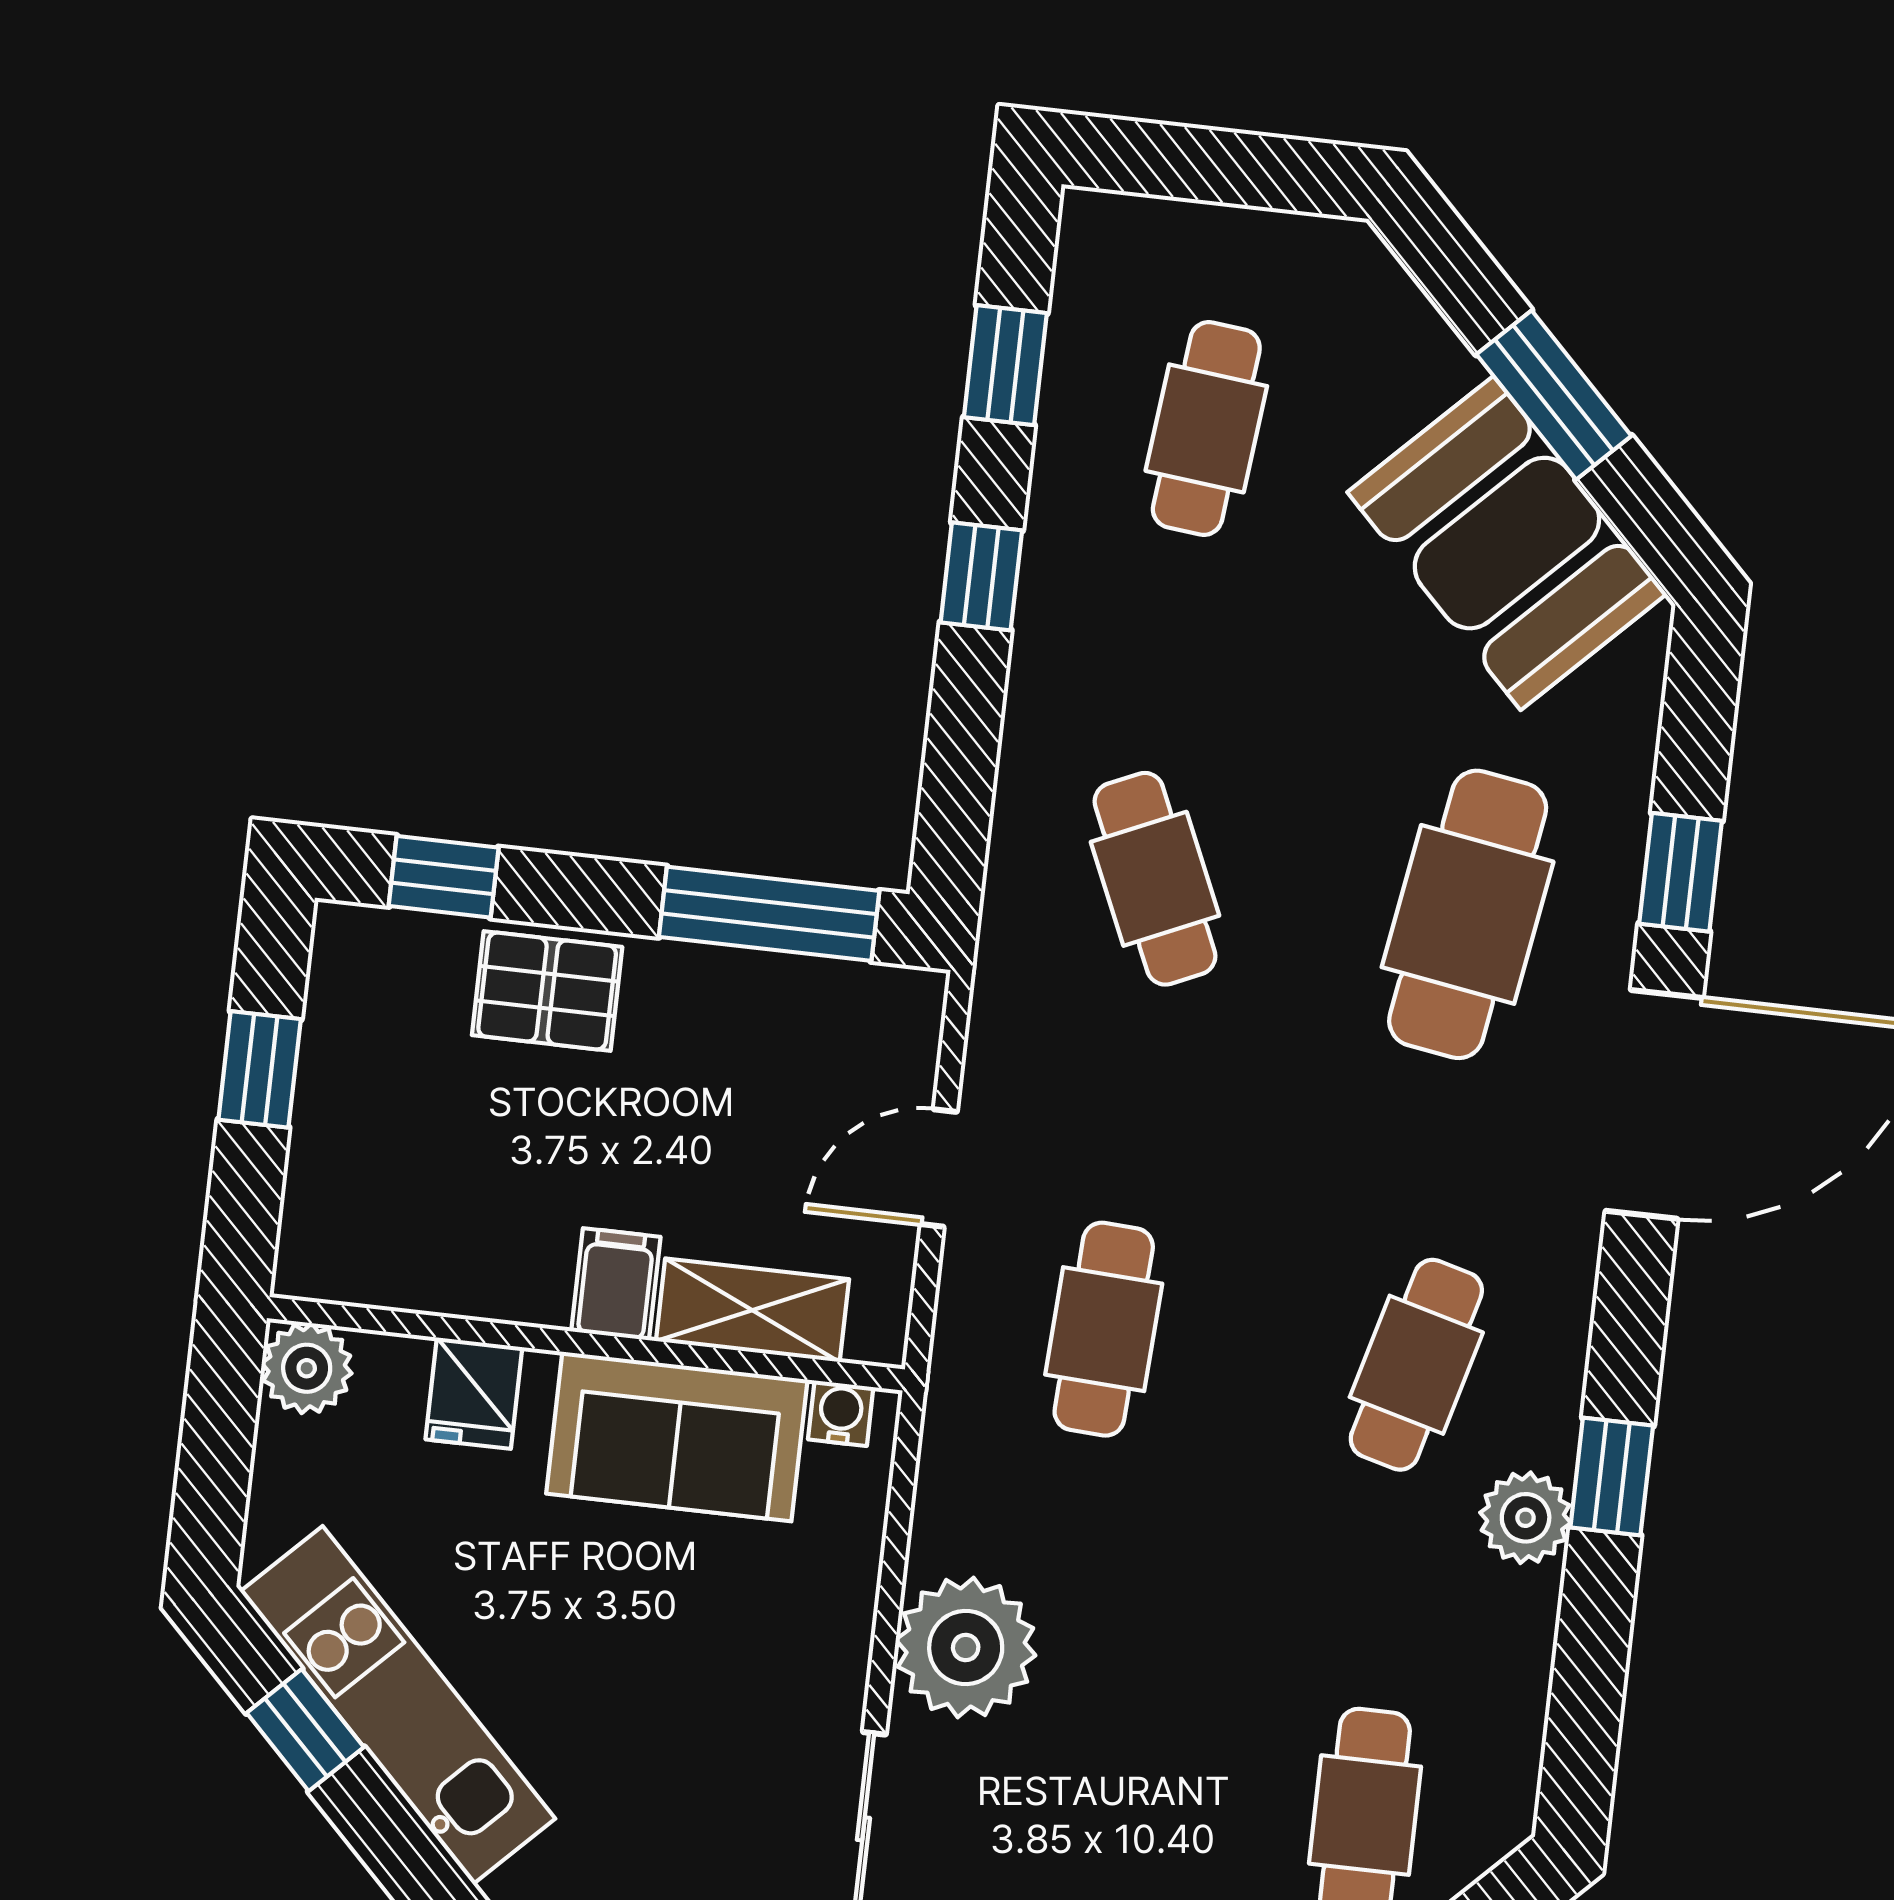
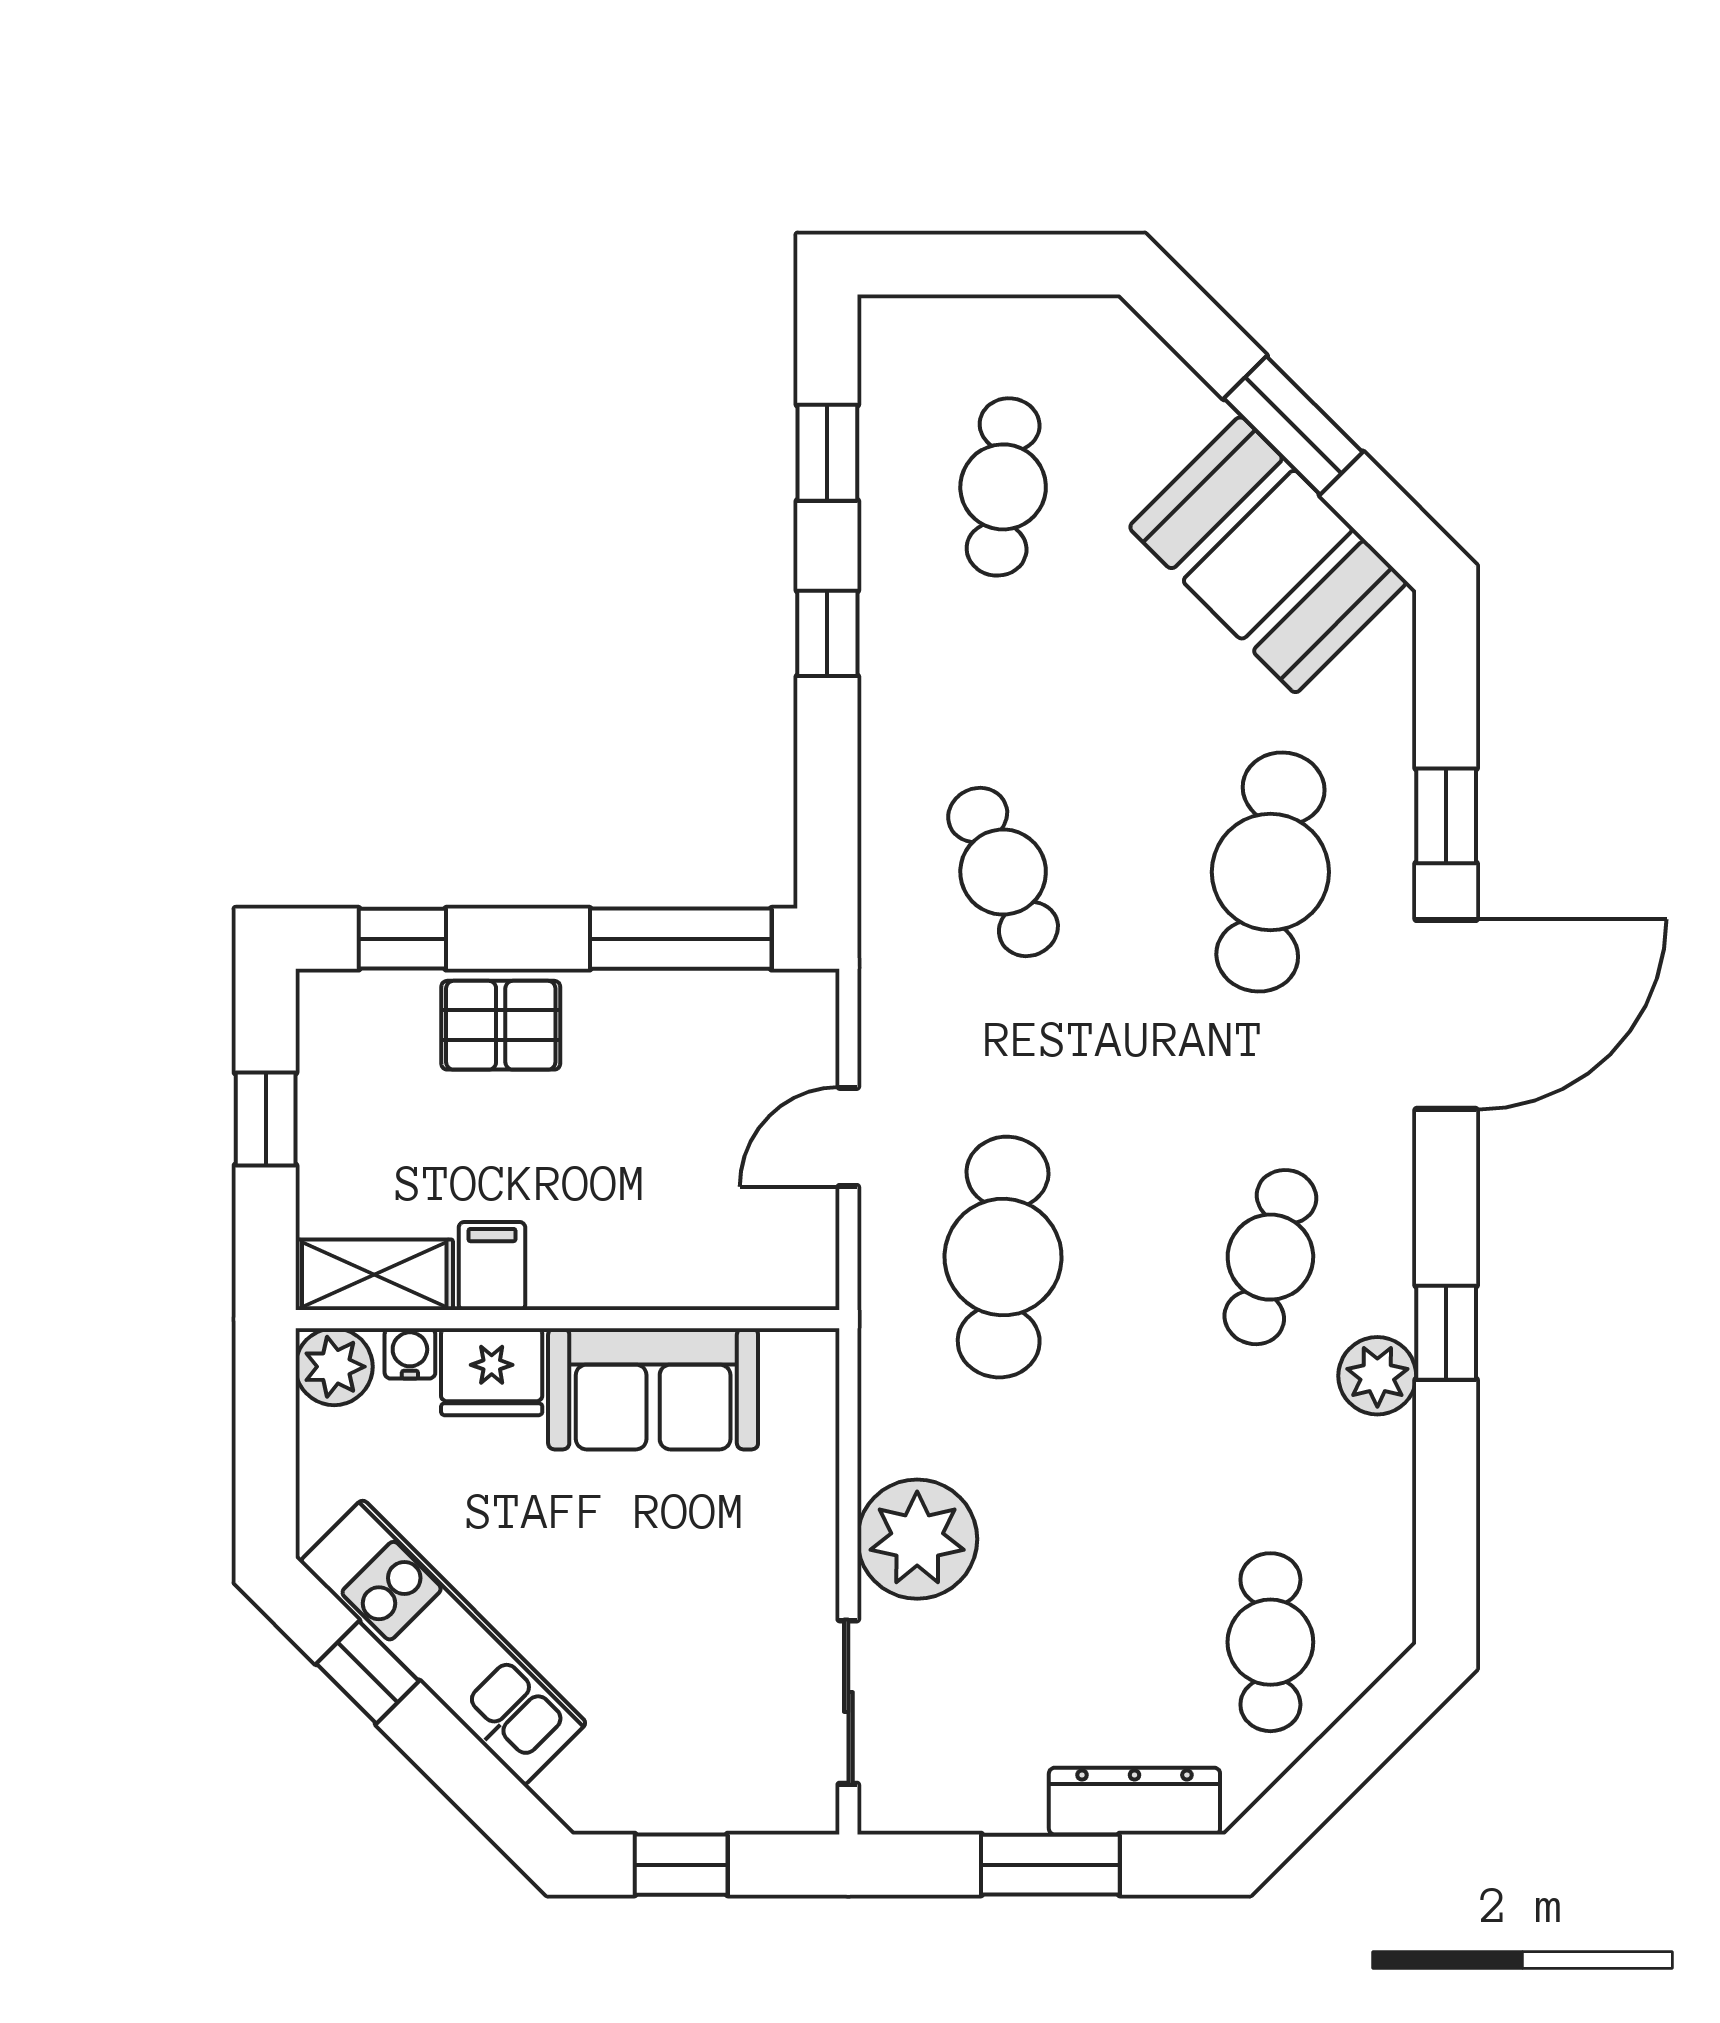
filing cabinet: (616, 1284) -> (492, 1266), moved
shelving: (752, 1310) -> (374, 1275), moved
cafe table: (1104, 1329) -> (1003, 1257), width x1.37, depth x1.35
fridge: (474, 1393) -> (492, 1372), width x1.38
water cooler: (841, 1413) -> (410, 1353), moved

